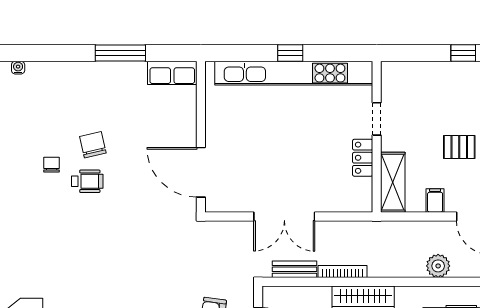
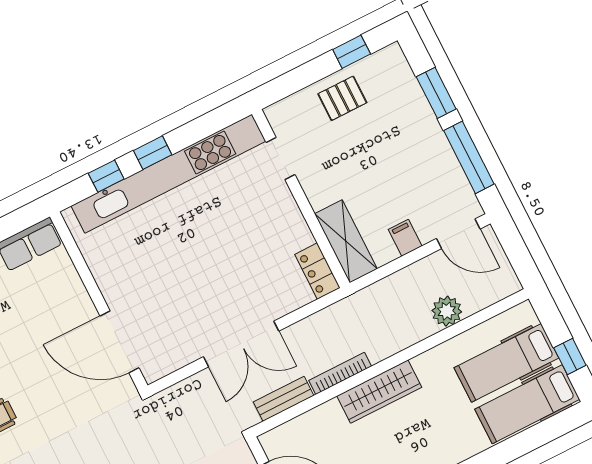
window: (250, 53) -> (106, 176), added
doorway: (377, 119) -> (280, 158), moved
pallet: (459, 147) -> (342, 98), moved
locker: (363, 158) -> (317, 271), moved

